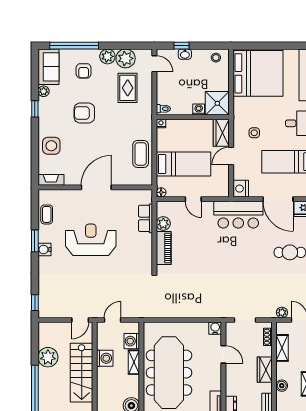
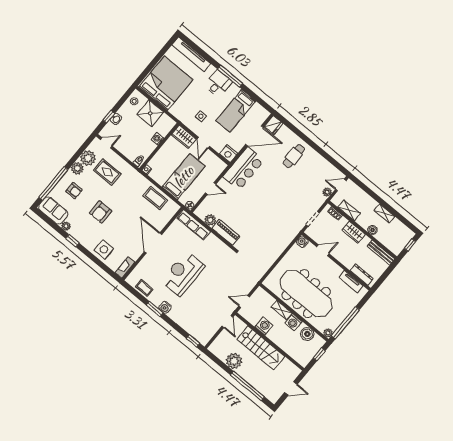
shower: (217, 103) -> (150, 113), moved
row of seats: (146, 218) -> (194, 225), width x1.48
door: (113, 320) -> (244, 301), hinge flipped
washing machine: (132, 341) -> (293, 322), moved

